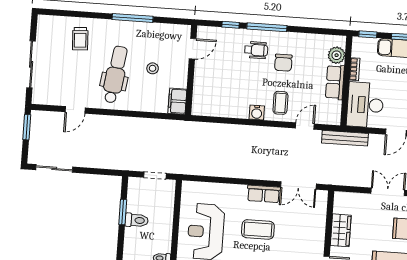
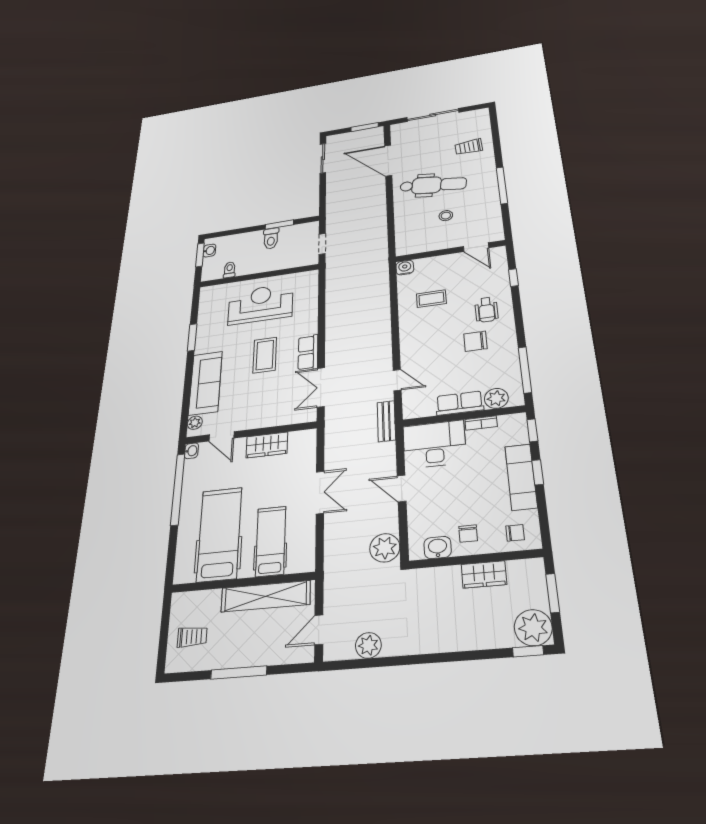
window: (267, 27) -> (525, 370), moved
filing cabinet: (177, 101) -> (411, 246), removed
coffee table: (280, 103) -> (431, 299), moved
door: (75, 110) -> (388, 161), width x1.88
water cooler: (257, 112) -> (405, 268), moved, turned 90
bench: (345, 138) -> (386, 421), width x0.73

